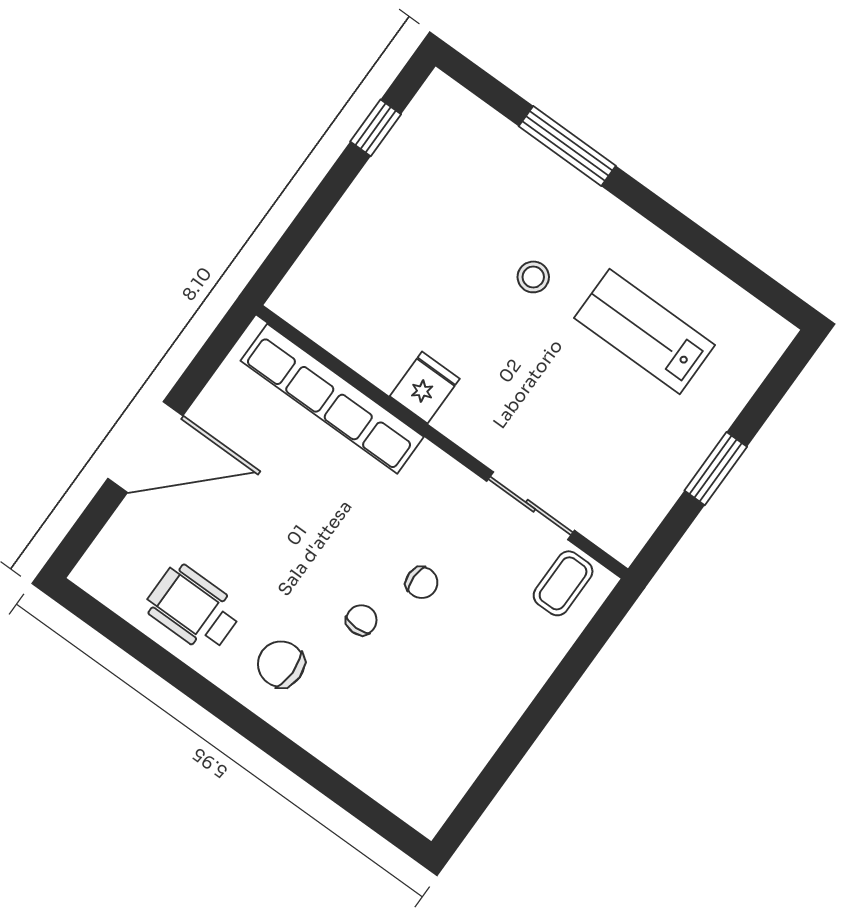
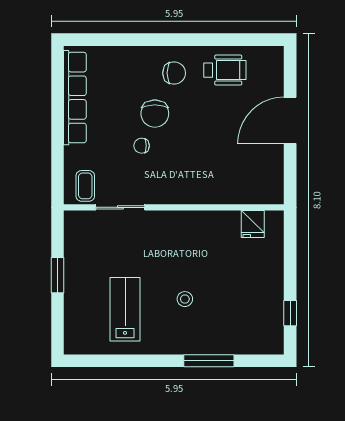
lab bench: (645, 331) -> (125, 309), turned -90
fridge: (425, 387) -> (253, 224), moved
row of seats: (332, 399) -> (75, 98), moved, turned 90
chair: (361, 620) -> (155, 114), width x1.87, depth x1.87

